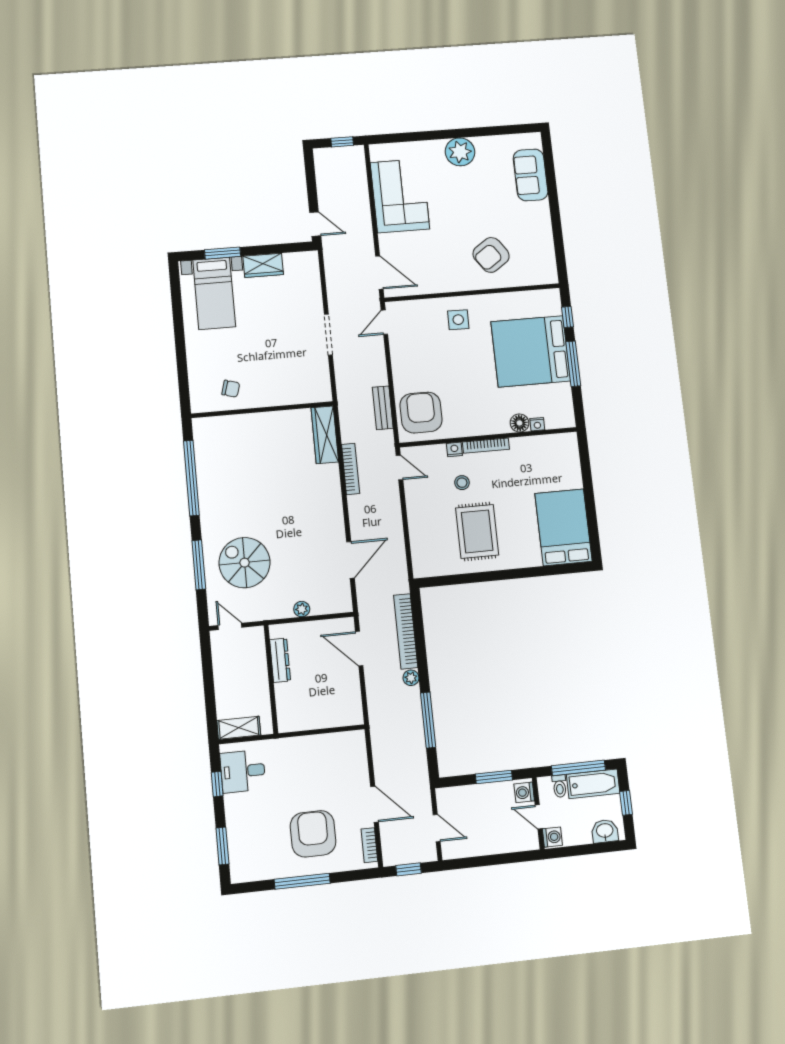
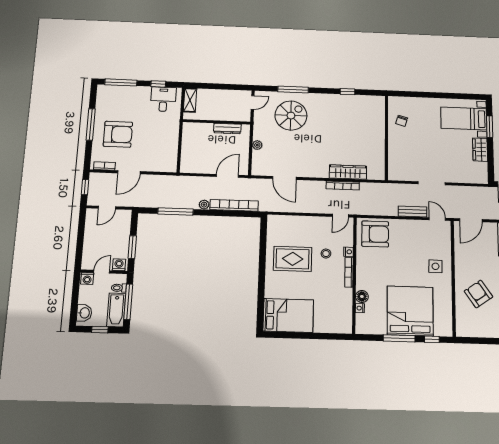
bench: (383, 408) -> (413, 212), moved
wardrobe: (325, 435) -> (348, 172), moved
window: (191, 478) -> (348, 92), width x0.32
window: (222, 846) -> (121, 82), width x1.44

